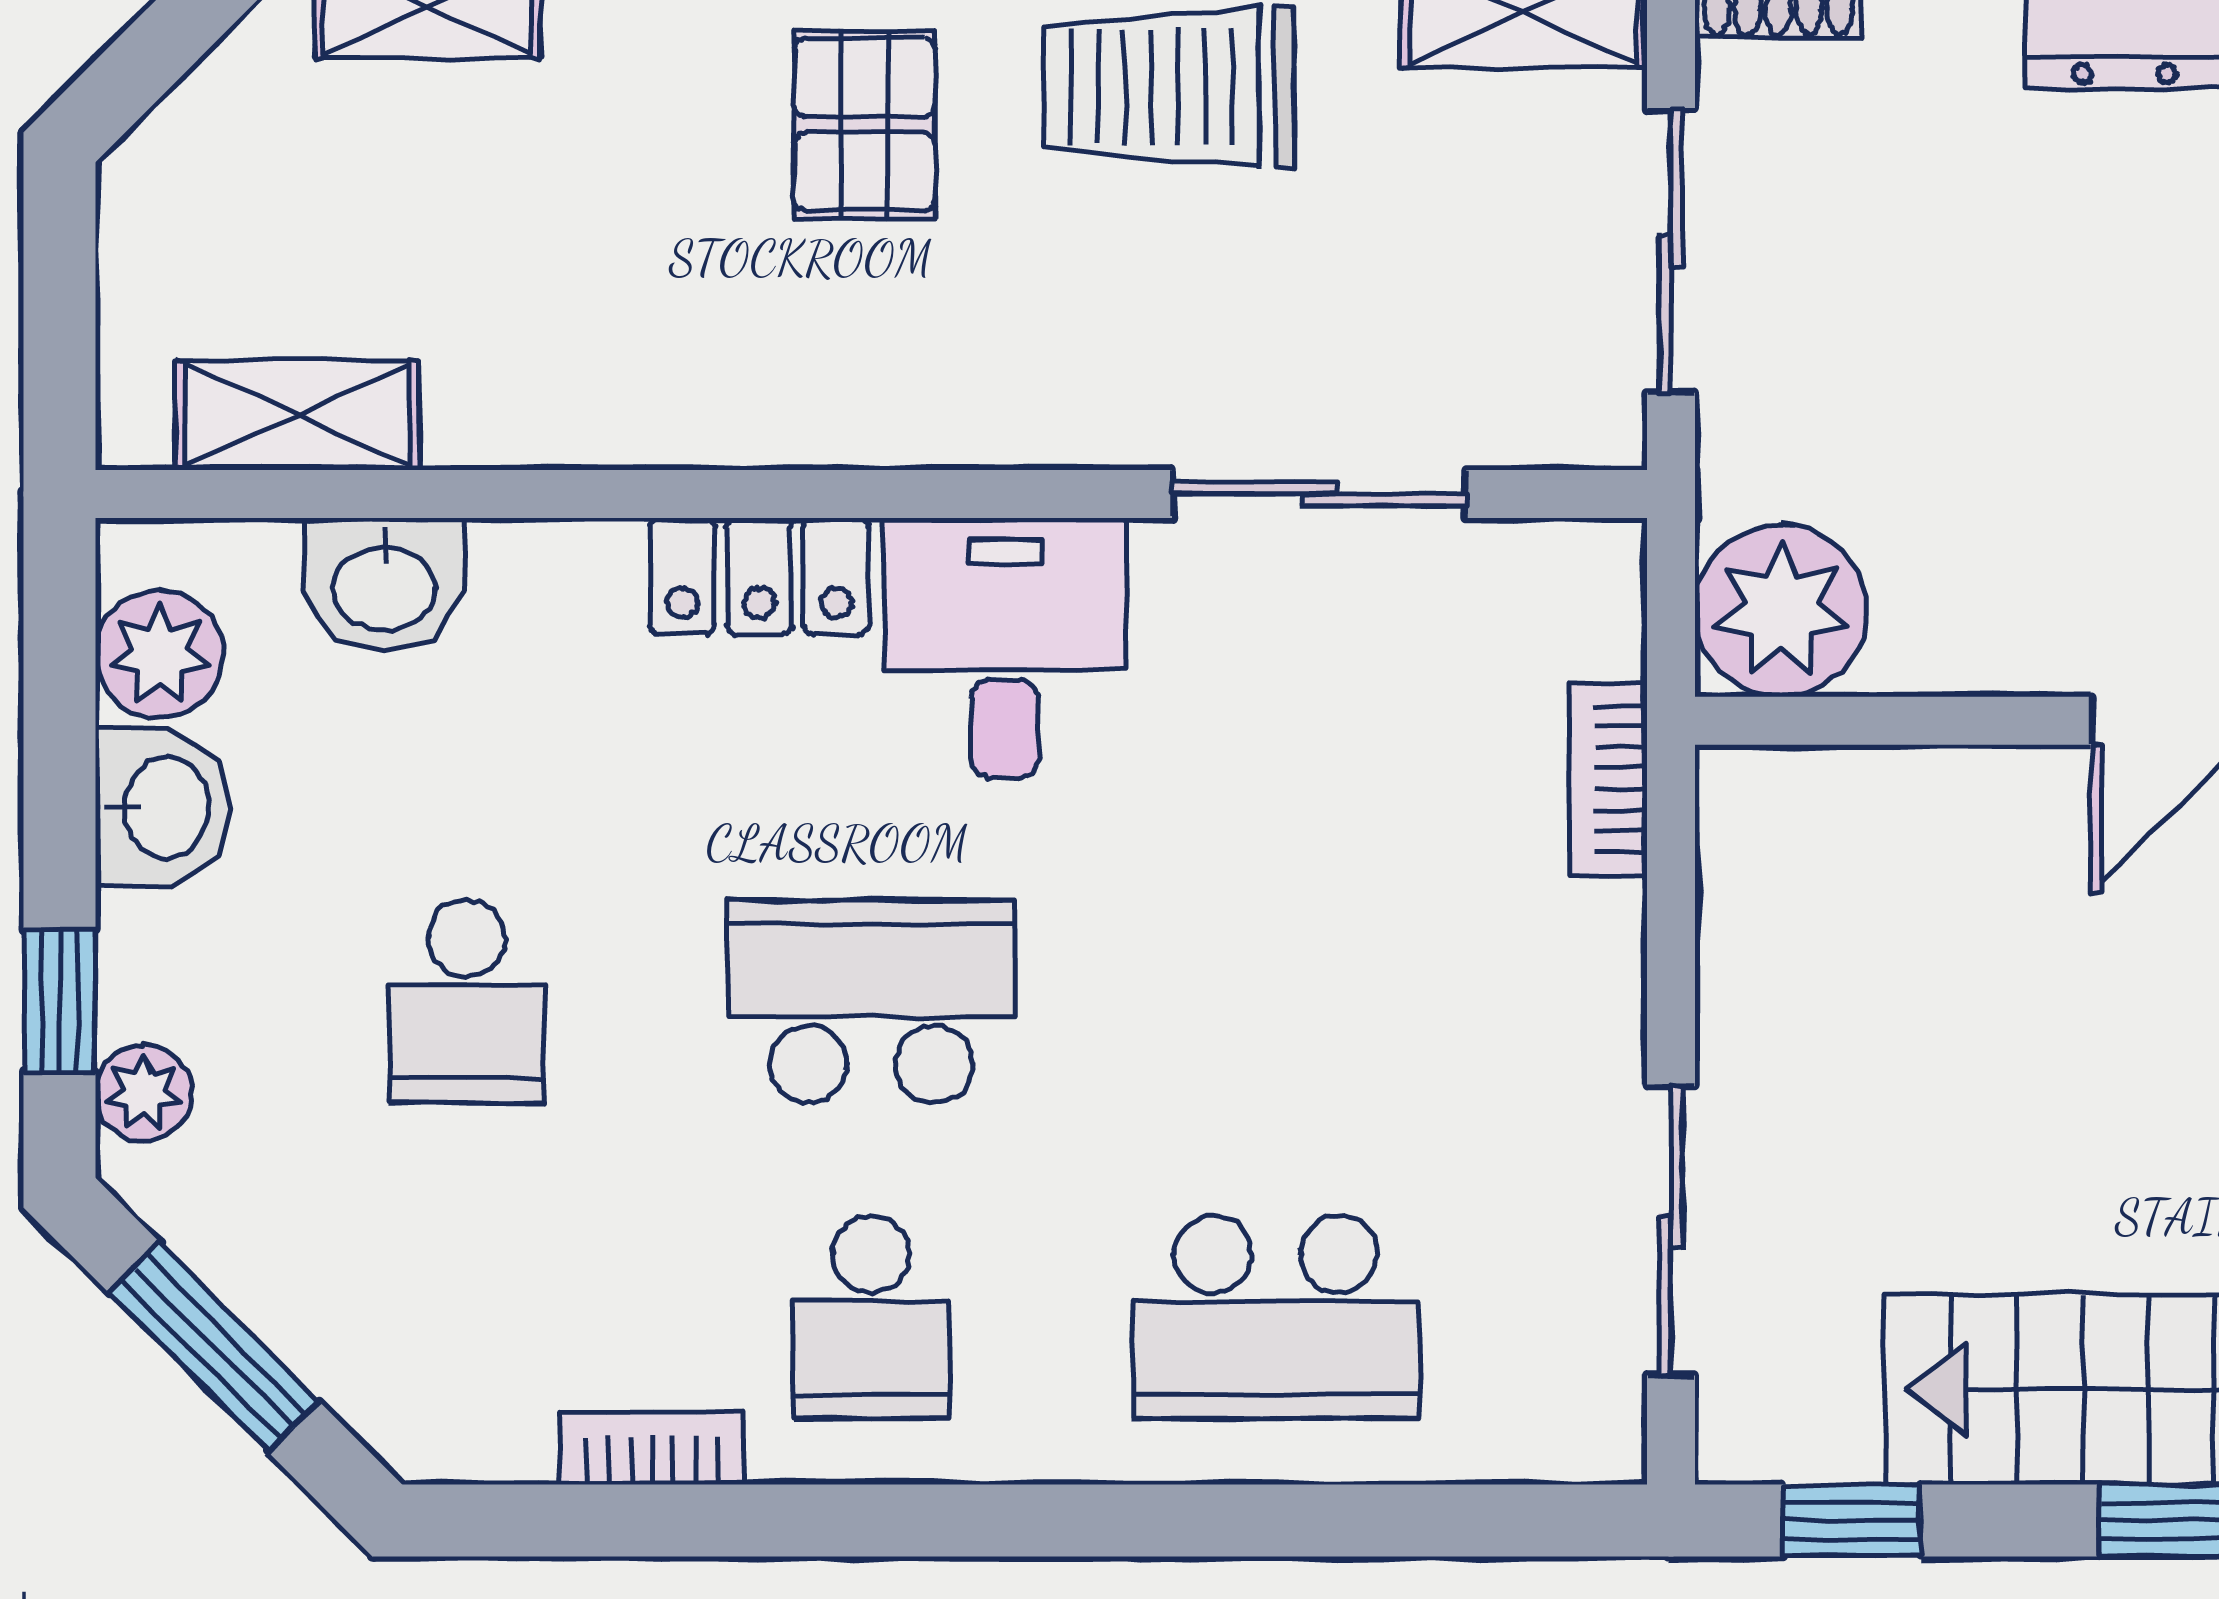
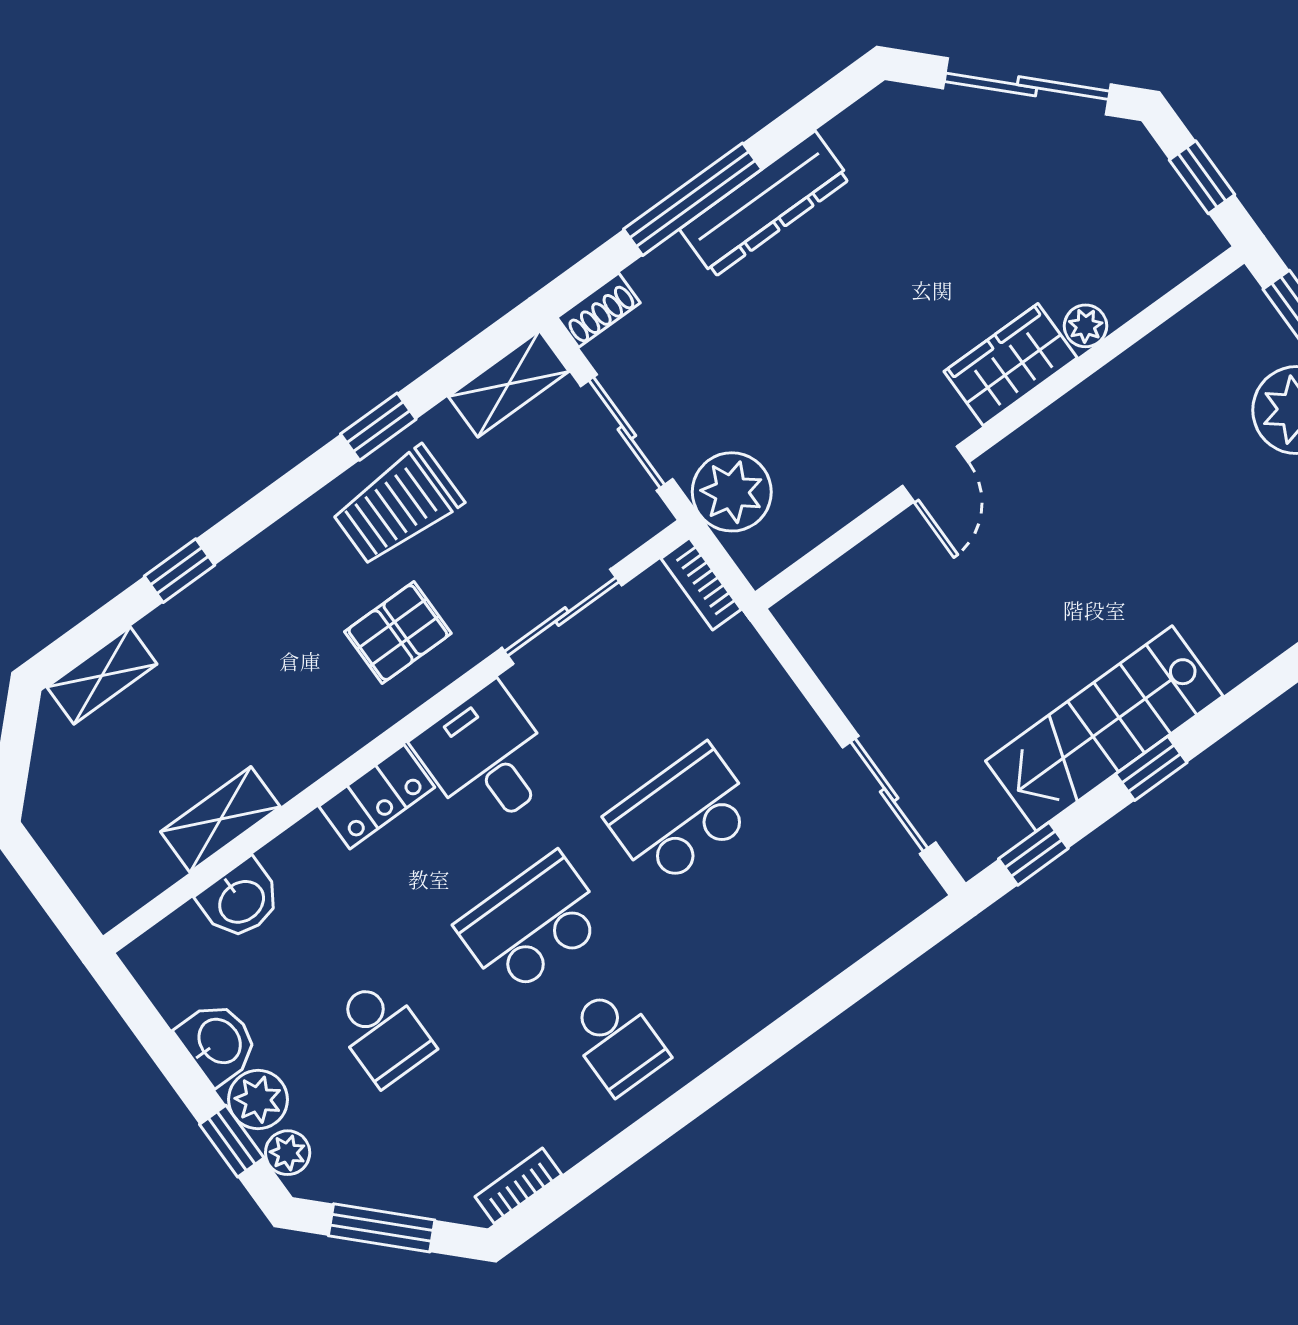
pallet: (865, 125) -> (398, 633), moved, turned 90
shelving: (298, 415) -> (220, 819), moved
plant: (1781, 611) -> (732, 492), moved
plant: (159, 654) -> (258, 1100), moved
bookcase: (1608, 779) -> (701, 584), moved
school desk: (1276, 1317) -> (682, 816), moved, turned 180
bookcase: (652, 1448) -> (518, 1186), moved

